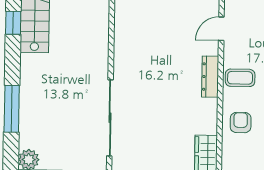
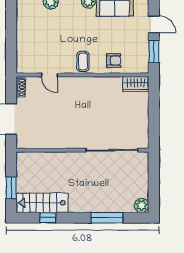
dresser: (210, 77) -> (82, 82), removed
armchair: (241, 123) -> (114, 61), turned 180

